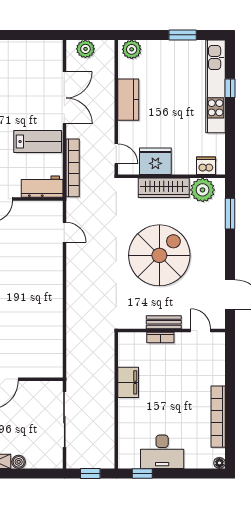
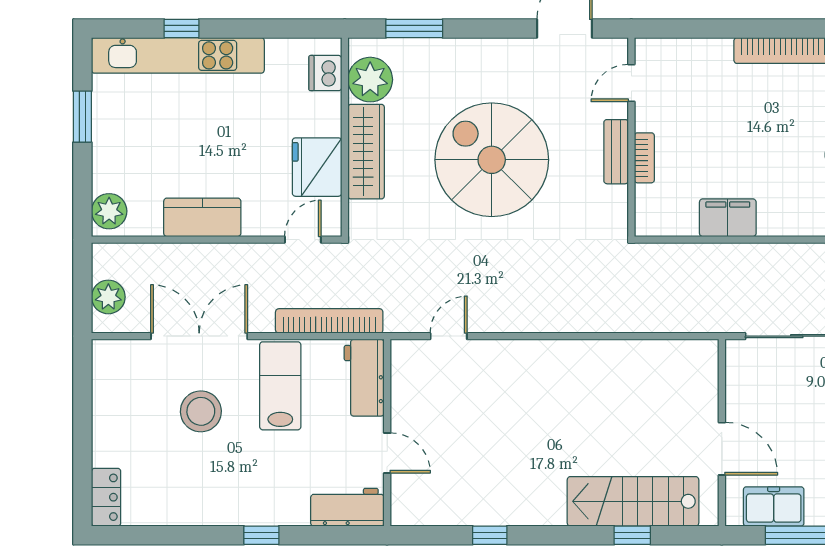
stool: (24, 99) -> (201, 411), added

